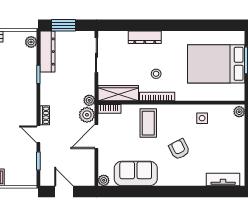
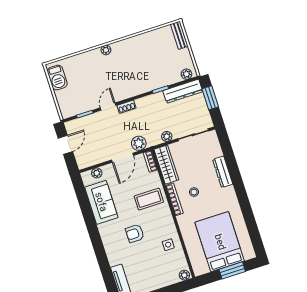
plant: (89, 100) -> (167, 136), moved
door: (96, 136) -> (123, 158), swing flipped
armchair: (179, 149) -> (135, 233), turned -153
plant: (104, 180) -> (97, 173), moved

